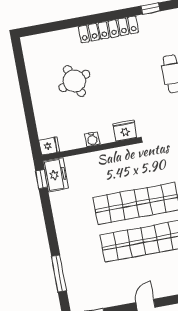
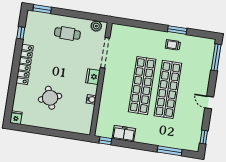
fridge: (49, 146) -> (16, 118), moved
freezer: (56, 175) -> (124, 134), moved

